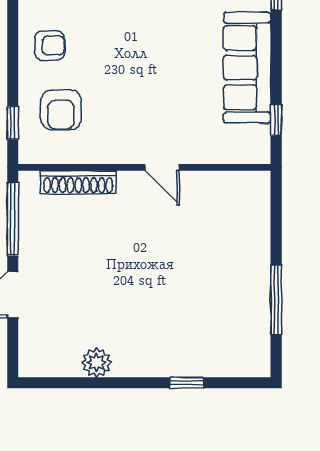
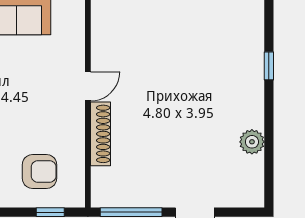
shoe rack: (78, 182) -> (101, 134), moved

